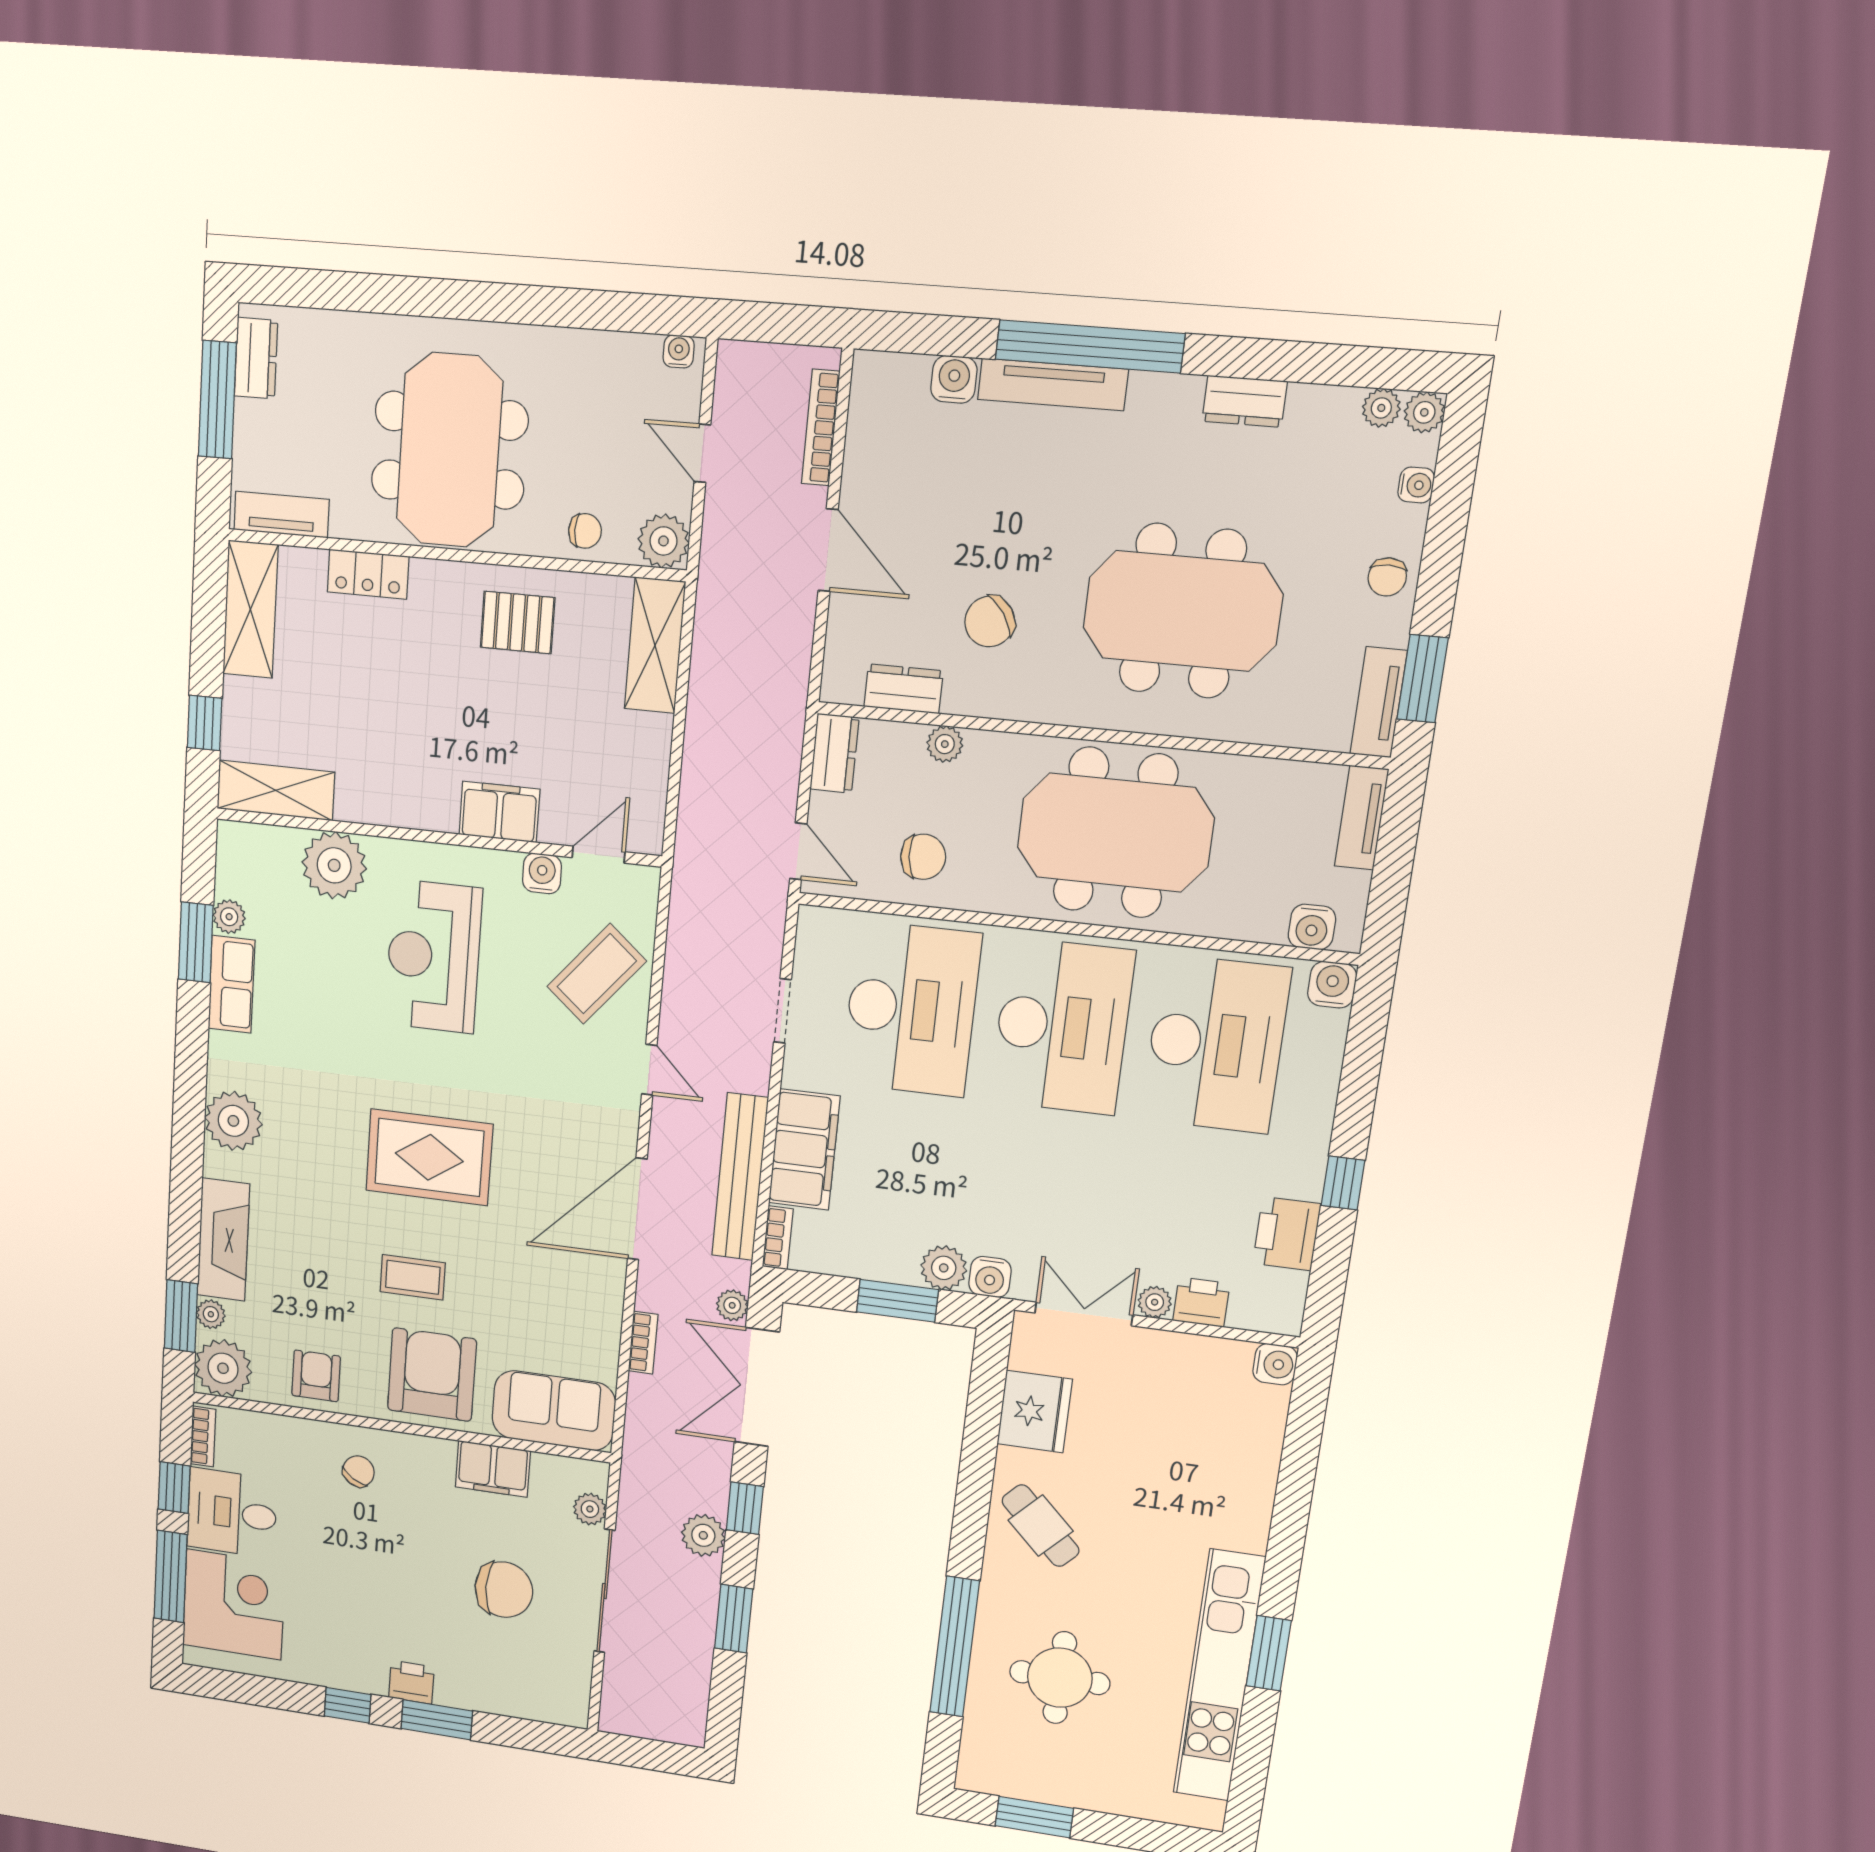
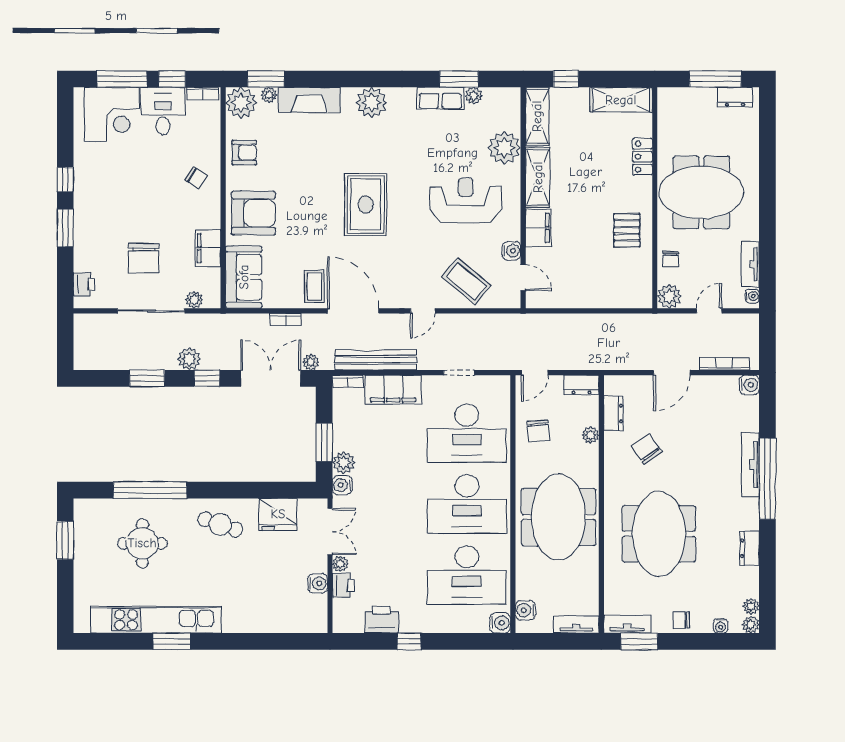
water cooler: (954, 379) -> (749, 385), moved
tv unit: (282, 515) -> (750, 264), moved, turned 180
shelving: (655, 645) -> (538, 177), moved, turned 90
coffee table: (413, 1277) -> (314, 286), moved
water cooler: (1275, 1364) -> (318, 583), moved, turned -90
cafe table: (1041, 1526) -> (220, 524), turned 65
printer: (411, 1682) -> (84, 284), moved

